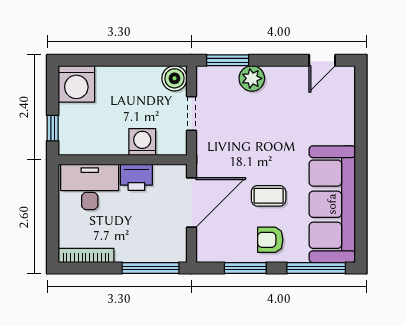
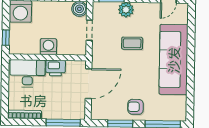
washing machine: (142, 142) -> (48, 47), moved
coffee table: (269, 196) -> (132, 43), moved
sofa: (332, 204) -> (174, 60), moved

